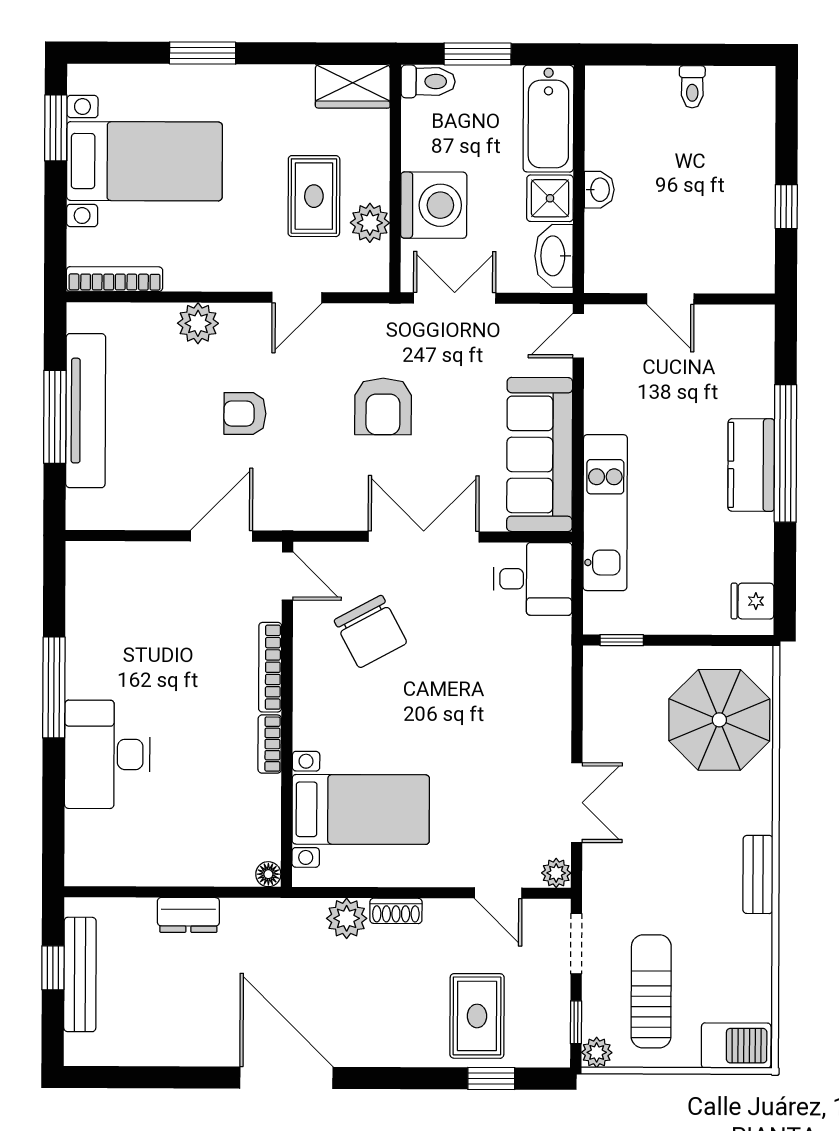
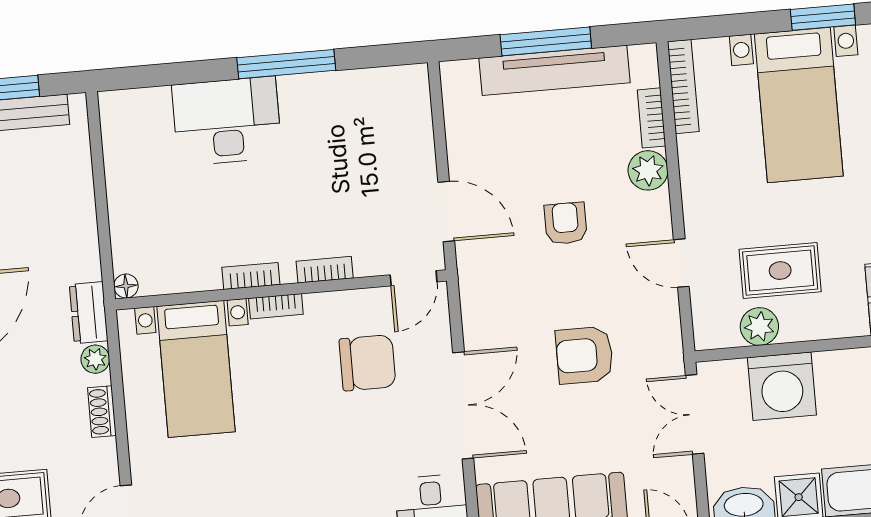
double door: (455, 298) -> (695, 414), swing flipped
bookcase: (144, 315) -> (652, 118), added
chair: (371, 632) -> (367, 363), turned -152
bookcase: (270, 667) -> (325, 270), width x0.64
bookcase: (303, 721) -> (276, 306), added
dresser: (188, 915) -> (89, 313), moved
plant: (347, 918) -> (95, 359), width x0.73, depth x0.73

